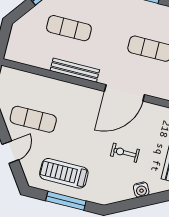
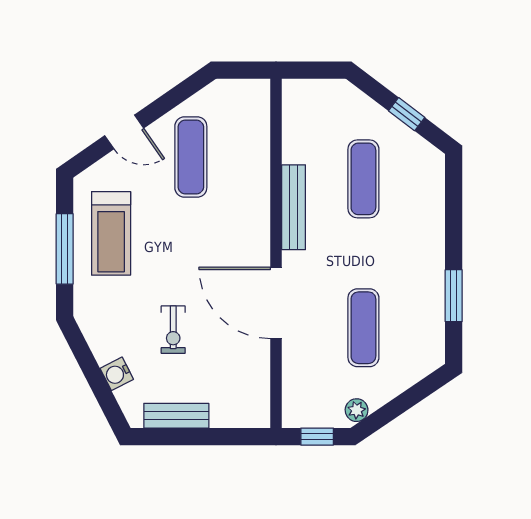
exercise bike: (125, 153) -> (173, 330), turned 180
treadmill: (64, 173) -> (111, 233), turned 180

